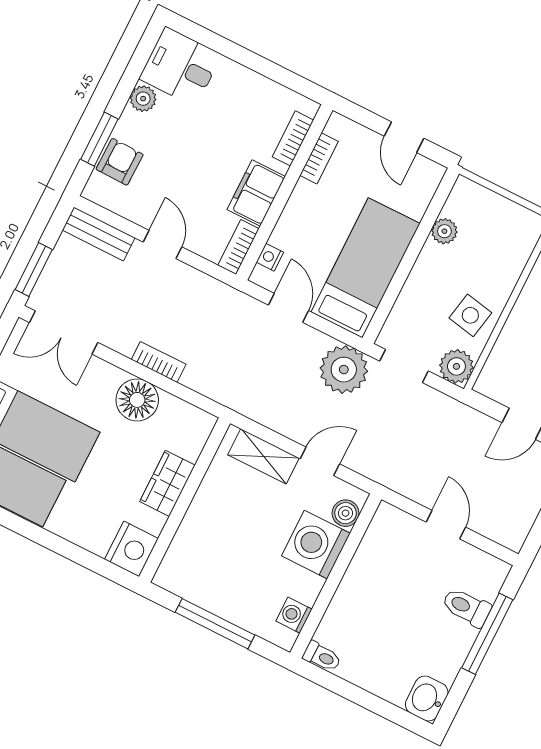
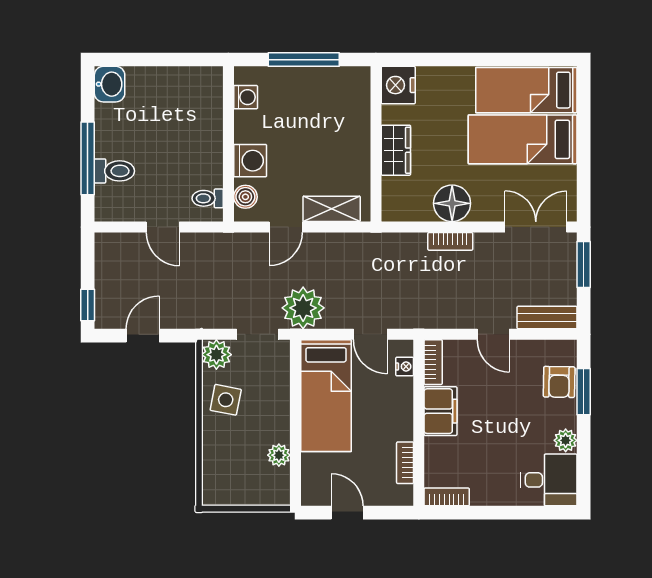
bookcase: (293, 138) -> (447, 497), moved, turned -90
washing machine: (316, 545) -> (250, 161), width x0.73, depth x0.73
toilet: (322, 657) -> (208, 198), moved

